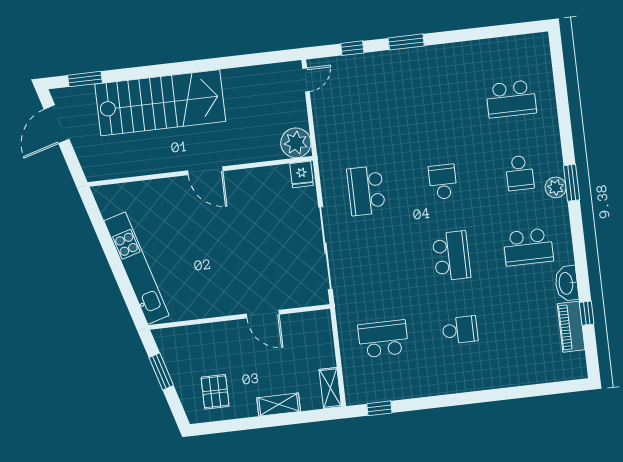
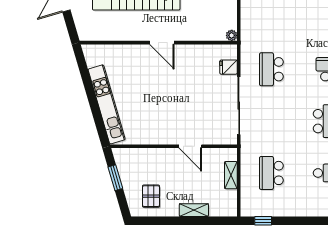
plant: (296, 143) -> (232, 35), width x0.53, depth x0.53
fridge: (302, 175) -> (229, 67), moved, turned 90
school desk: (383, 339) -> (271, 173), turned -90
shelving: (330, 388) -> (231, 175), moved

